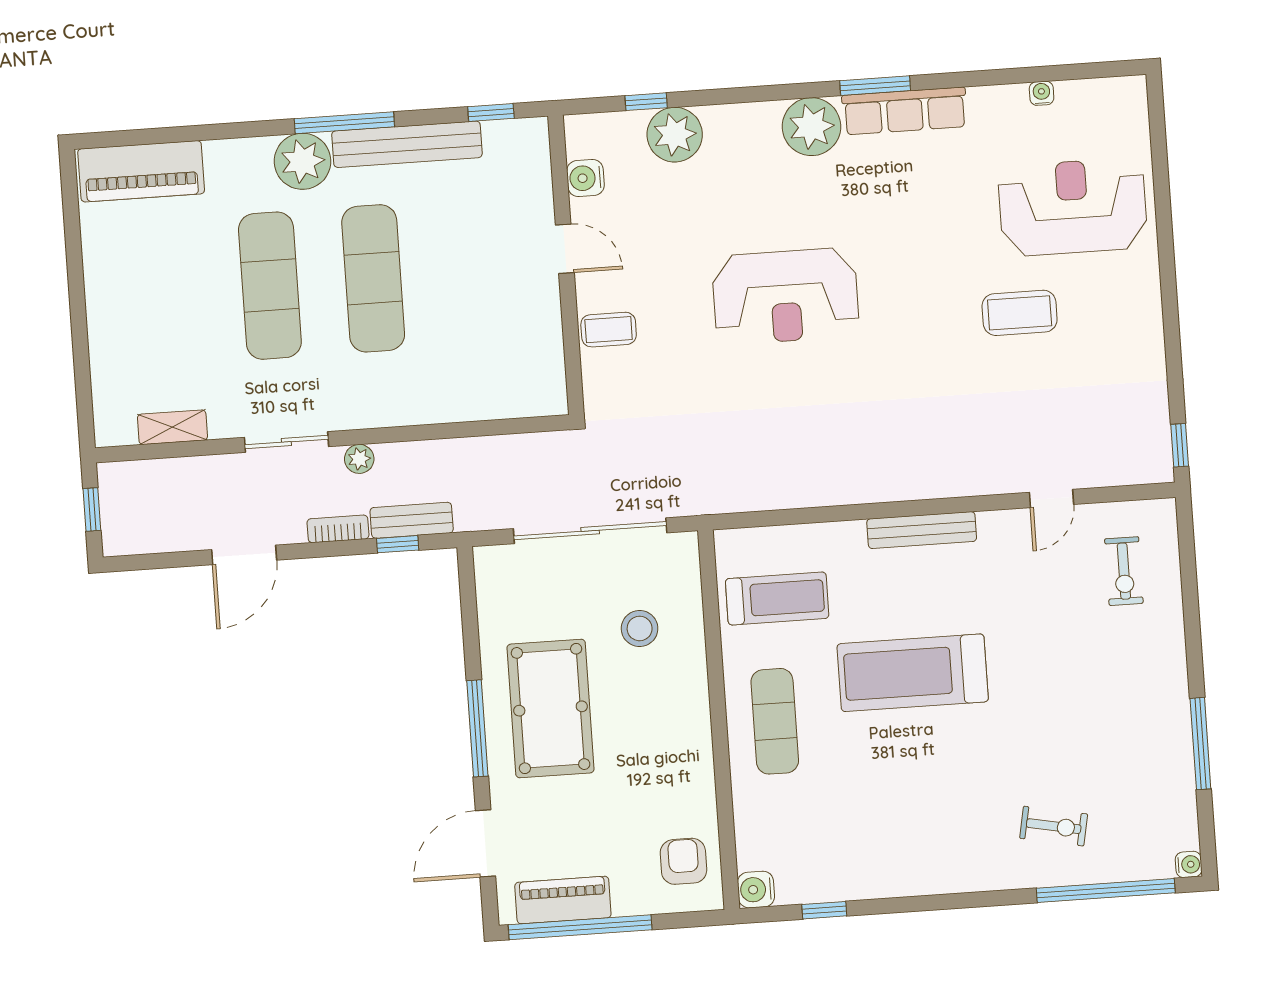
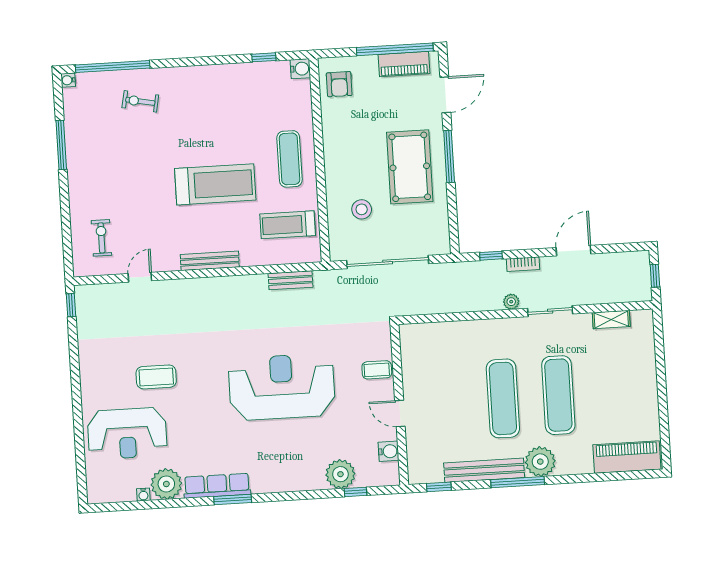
plant: (811, 127) -> (166, 484), moved
reception desk: (785, 296) -> (282, 387), width x1.36, depth x1.30
bench: (412, 520) -> (291, 280), moved

